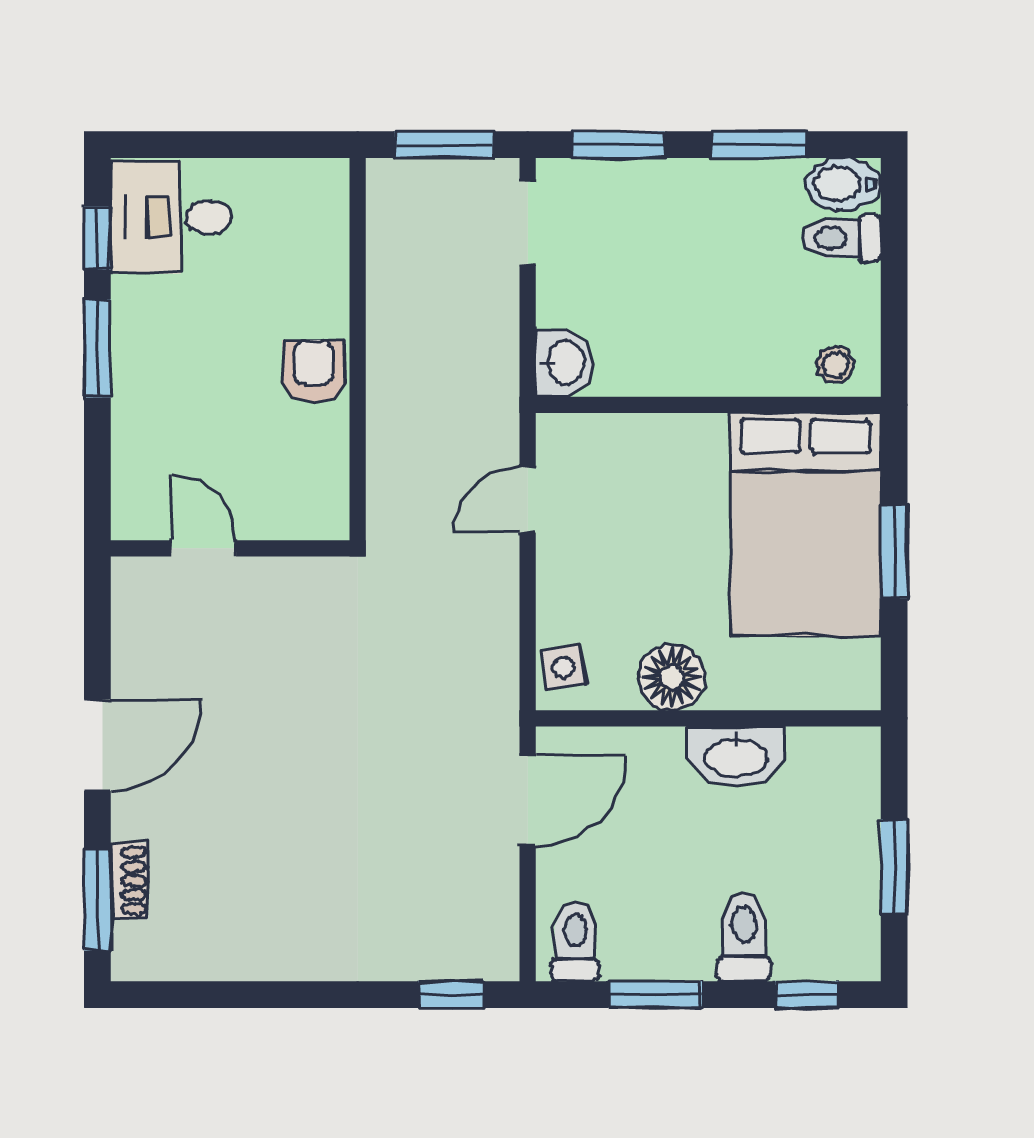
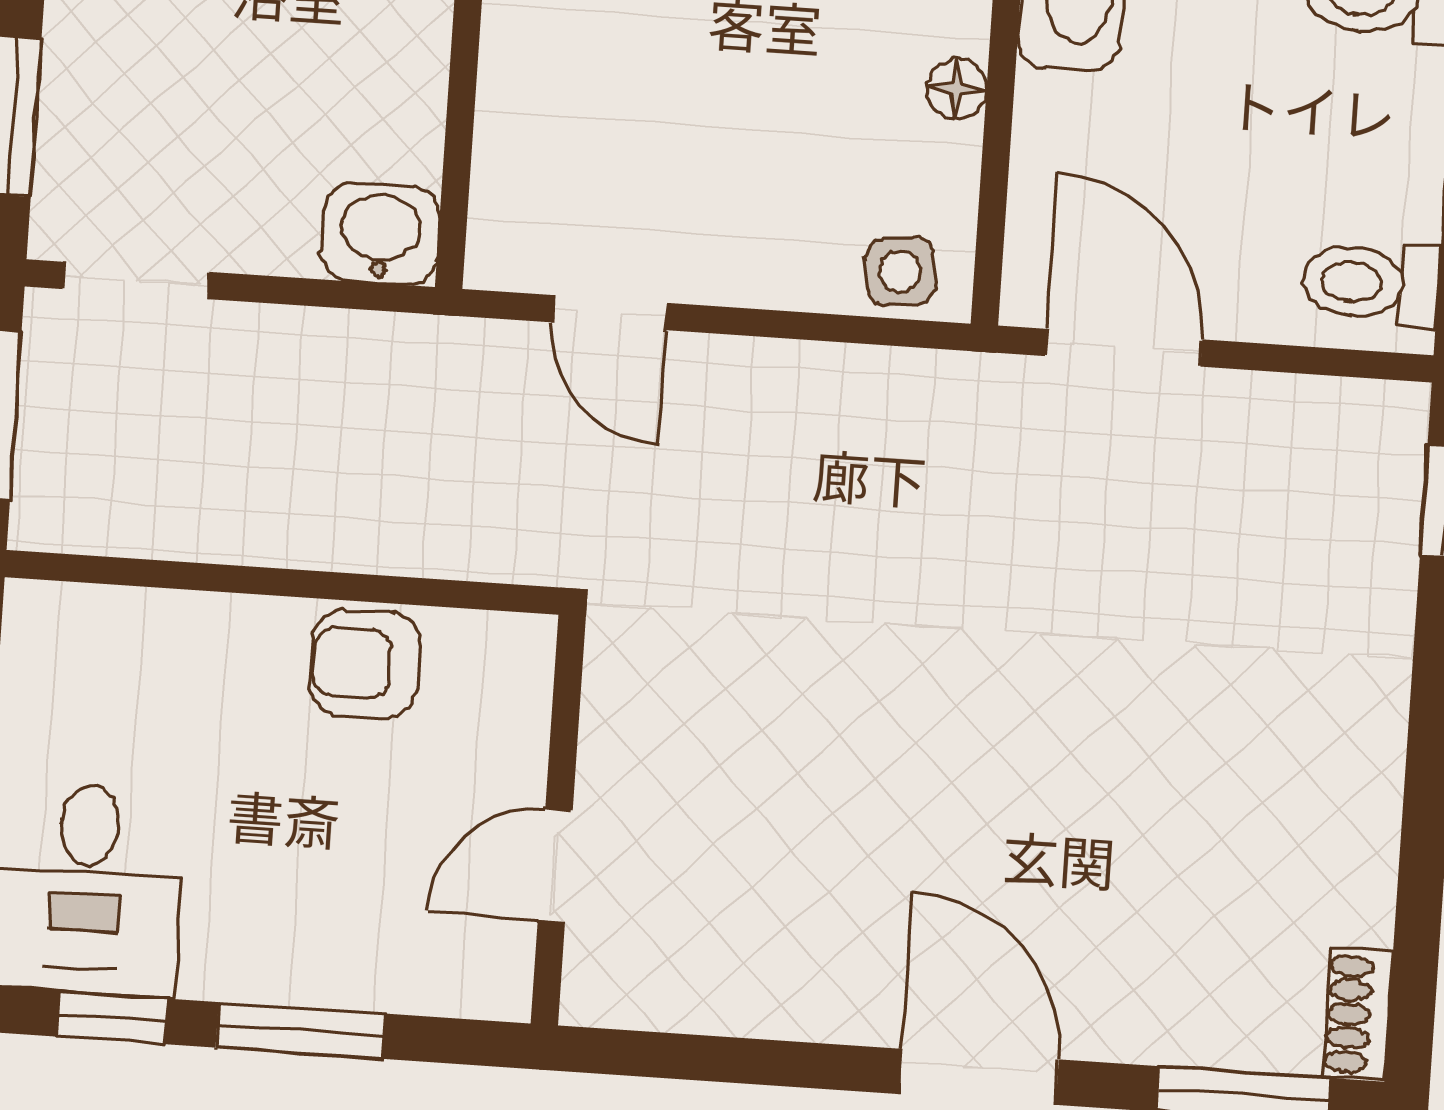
door: (204, 548) -> (555, 865), moved
wall: (230, 548) -> (558, 820), moved
floor lamp: (672, 677) -> (956, 89), width x0.53, depth x0.53
shoe rack: (129, 881) -> (1357, 1015), moved, turned -90

